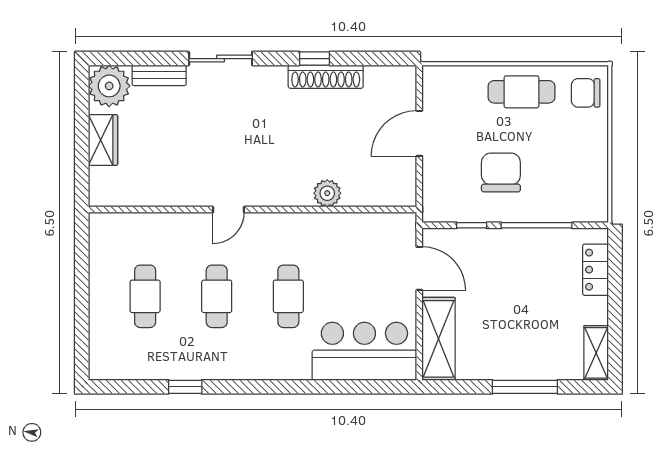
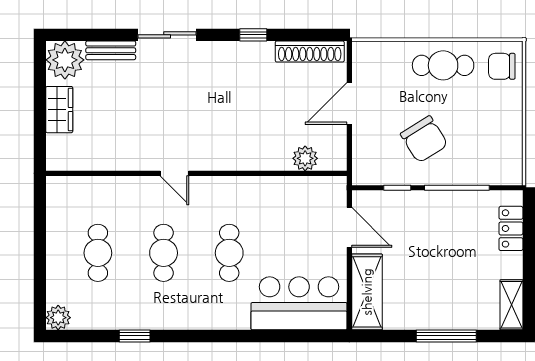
shoe rack: (326, 77) -> (310, 51), moved
chair: (501, 172) -> (424, 139), turned 148
plant: (327, 193) -> (305, 158), moved
door: (229, 210) -> (174, 173), hinge flipped
plant: (102, 367) -> (58, 318), added

